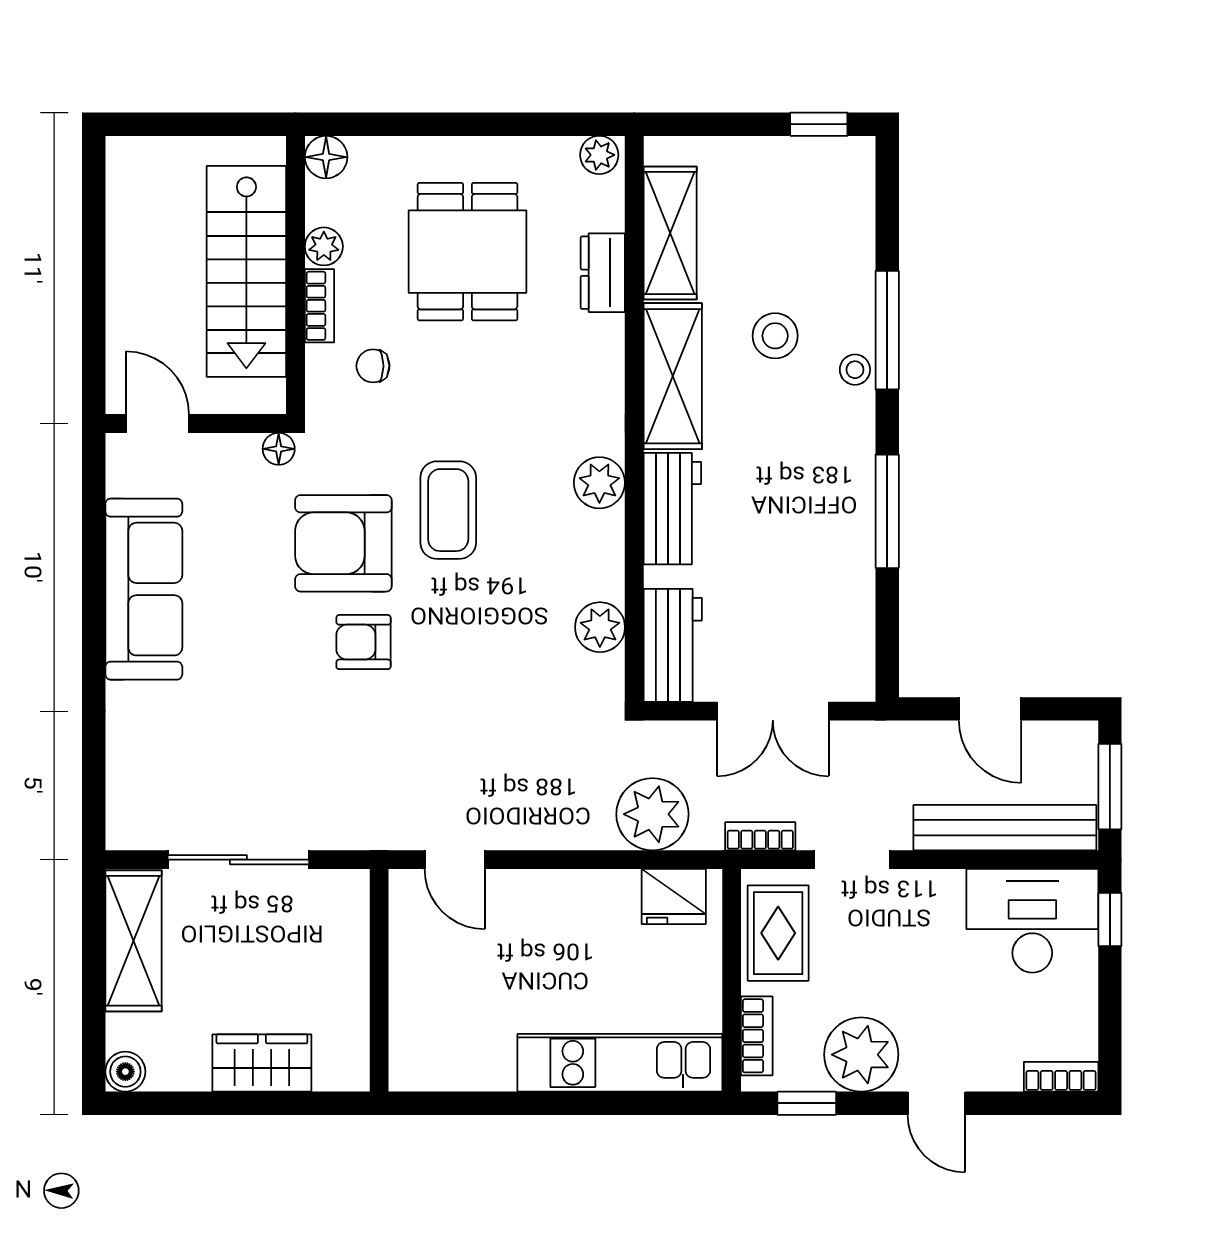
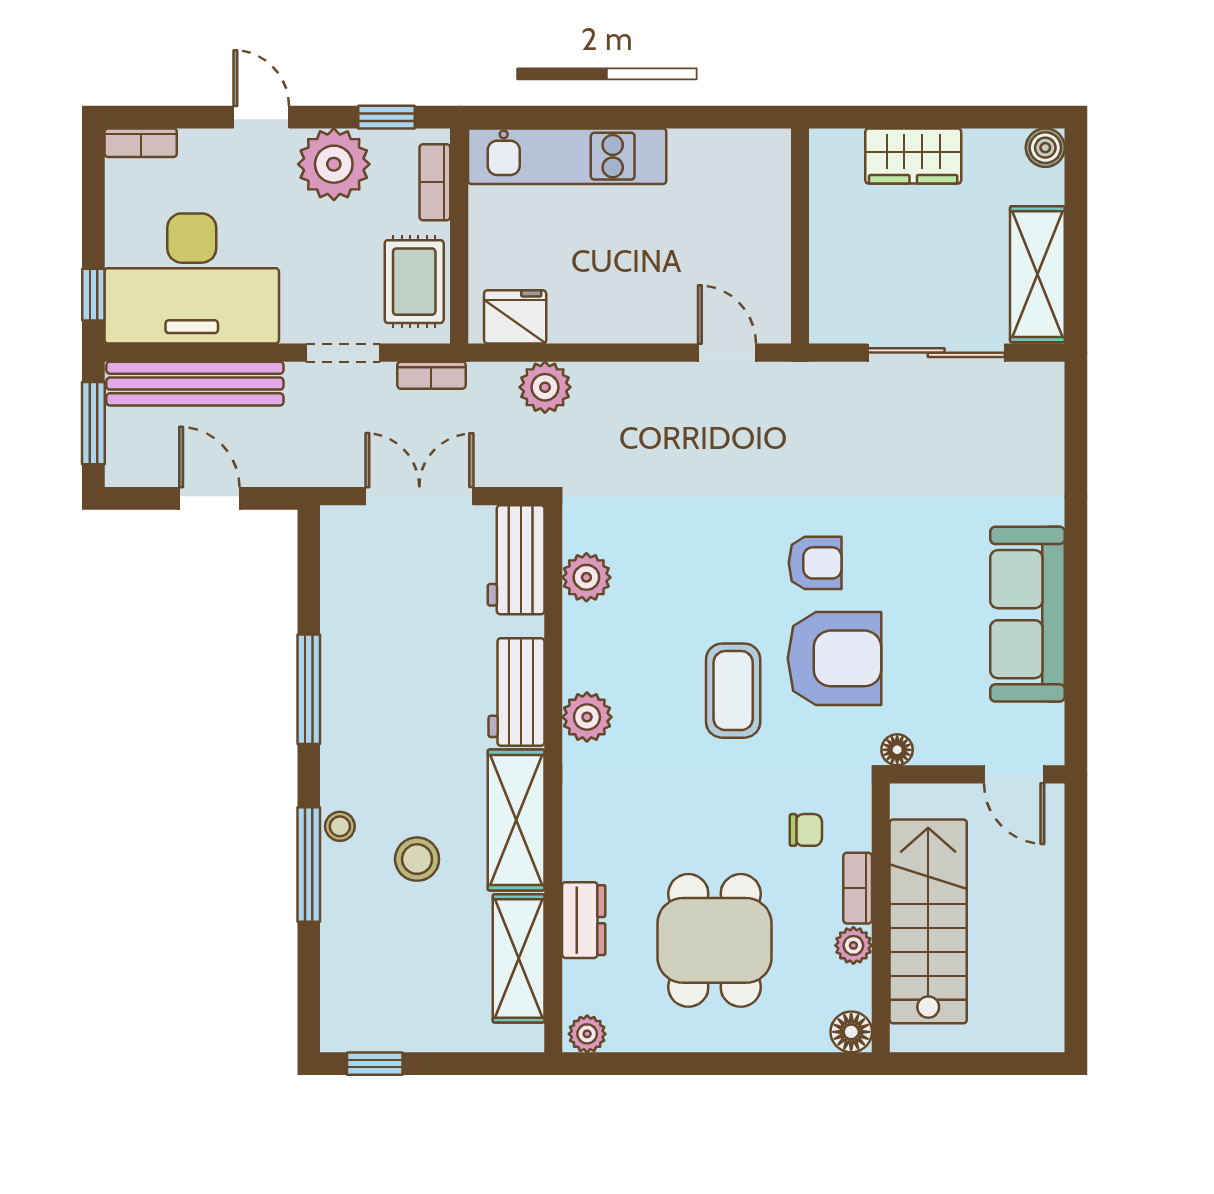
plant: (652, 814) -> (545, 387), width x0.73, depth x0.73
desk: (1032, 921) -> (192, 278), width x1.36, depth x1.30

